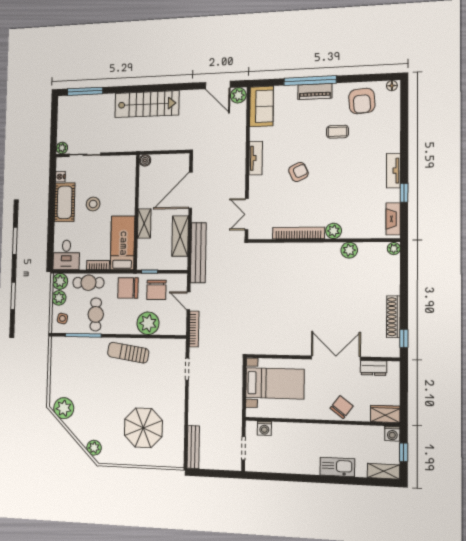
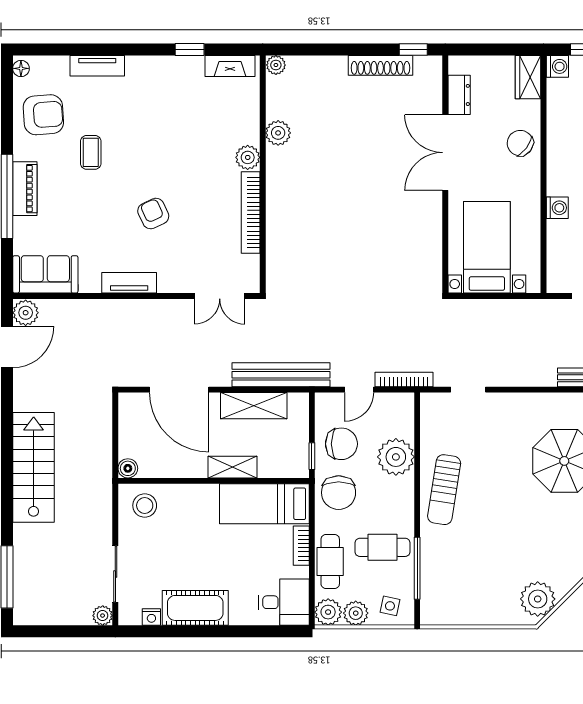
tv unit: (393, 171) -> (97, 66), moved
stool: (93, 204) -> (145, 505), moved
washing machine: (264, 428) -> (557, 208), moved

